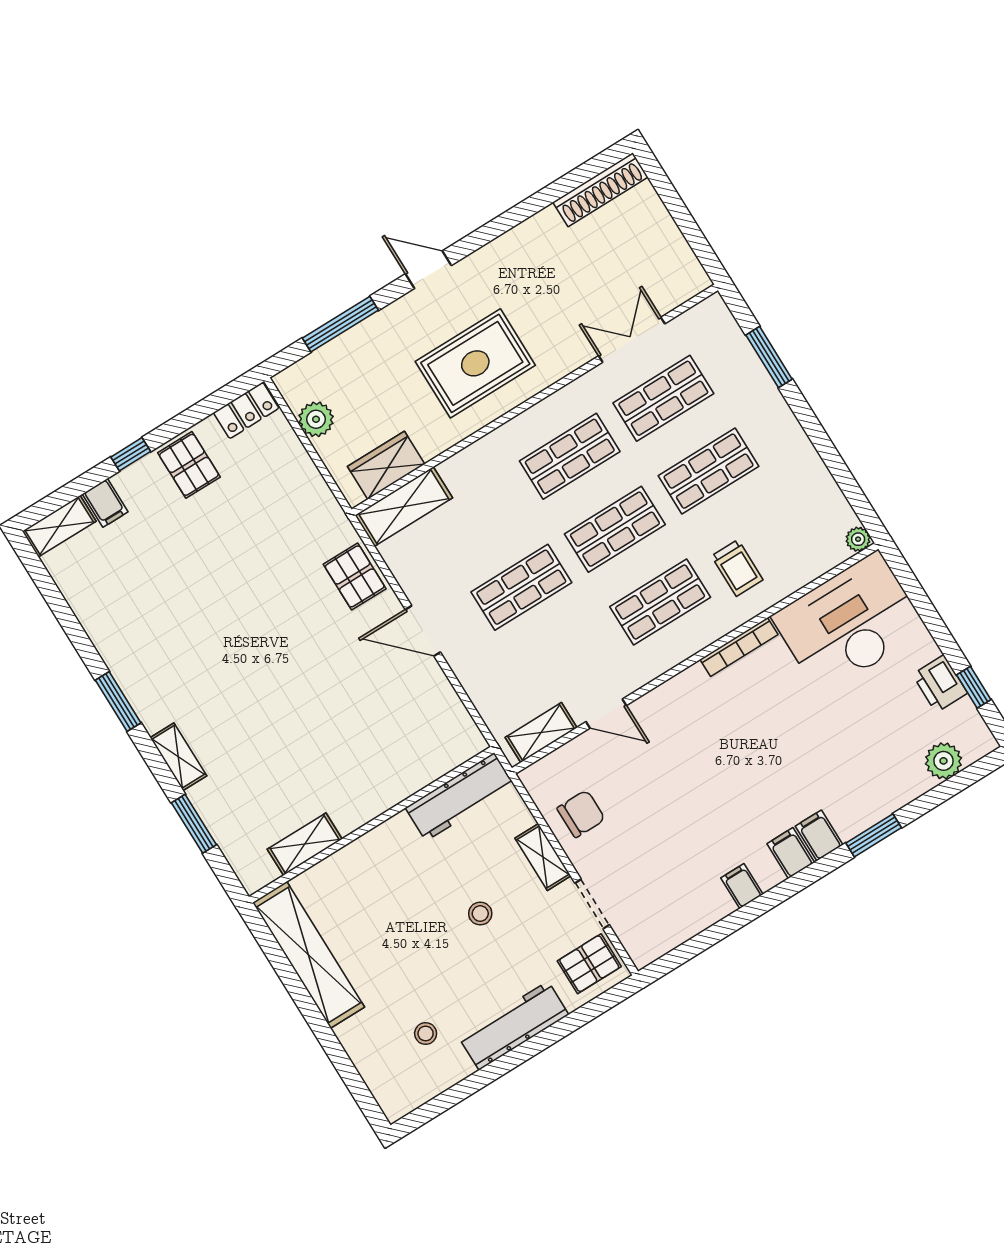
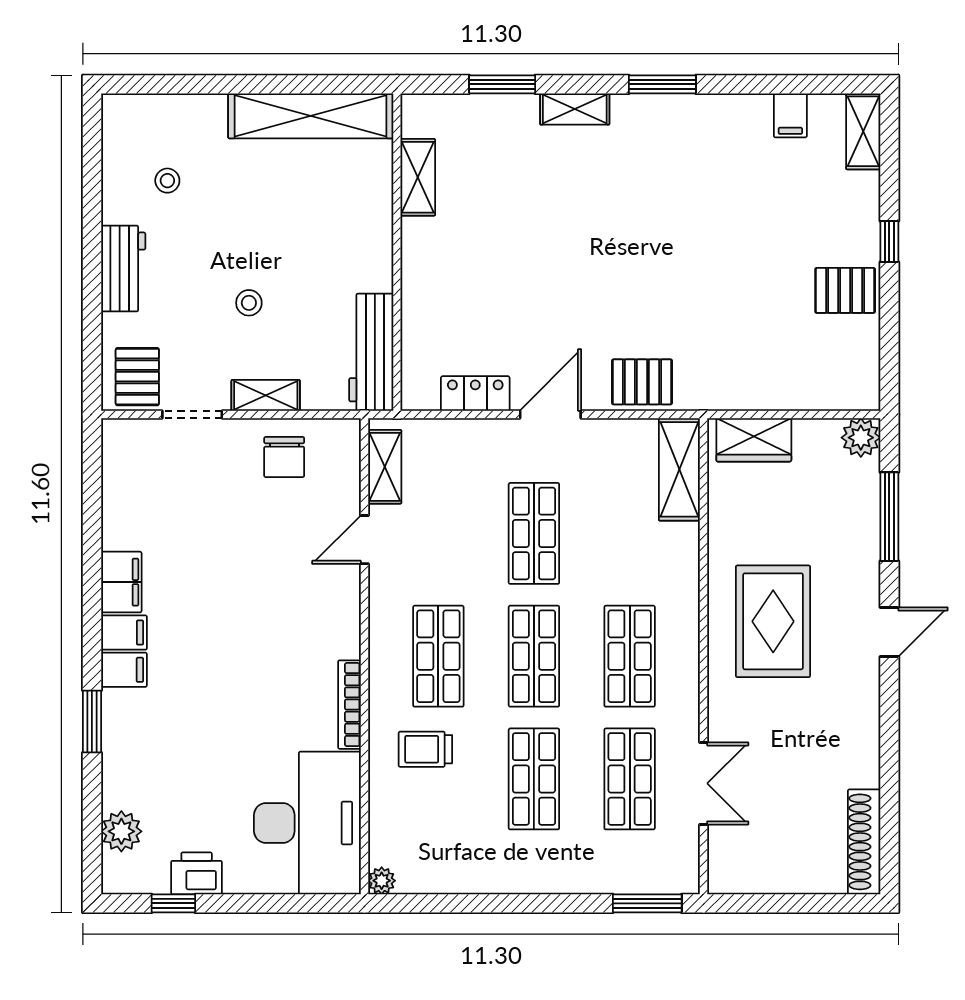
window: (769, 357) -> (647, 903), moved
locker: (246, 410) -> (475, 394), moved, turned 90
plant: (316, 419) -> (861, 438), moved
wardrobe: (386, 465) -> (754, 440), moved, turned 90
filing cabinet: (105, 503) -> (790, 115), moved, turned -90
filing cabinet: (742, 886) -> (121, 582), width x2.00
workbench: (514, 1026) -> (123, 269), width x0.73

